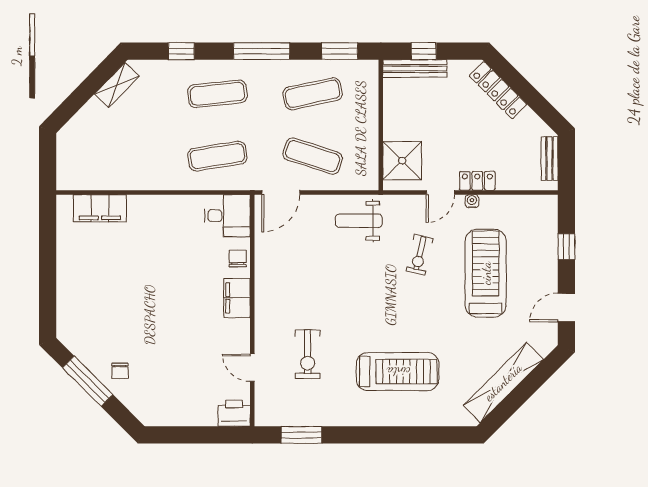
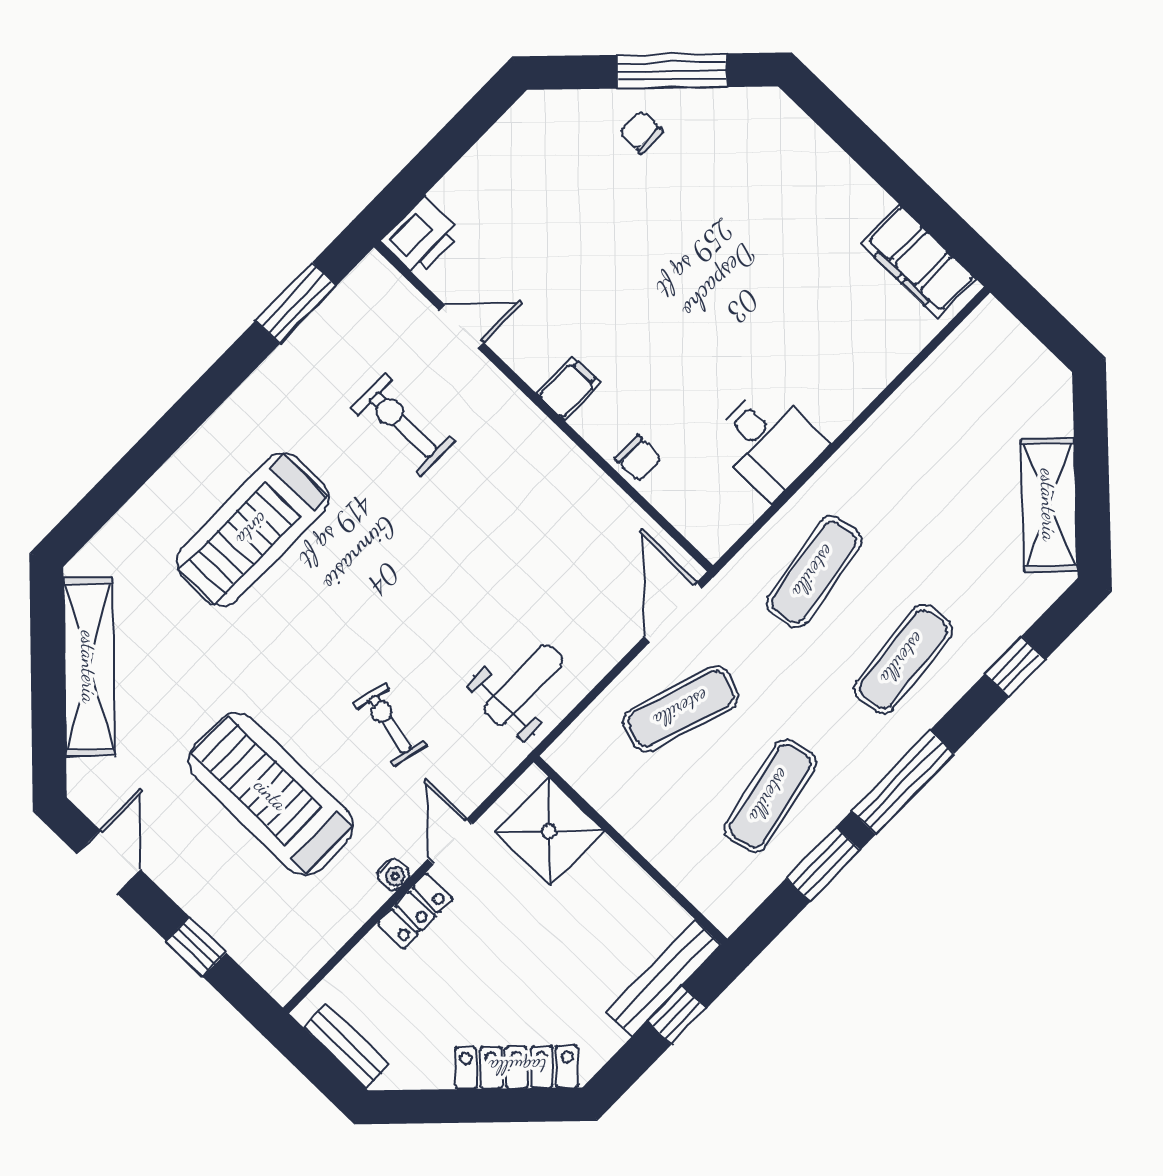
window: (340, 51) -> (823, 864), moved
shelving: (117, 85) -> (1049, 505), width x1.50, depth x1.33
filing cabinet: (100, 208) -> (918, 261), moved, turned -90
desk: (227, 216) -> (768, 443), moved, turned -90
treadmill: (486, 273) -> (271, 794), turned 180
filing cabinet: (237, 298) -> (569, 388), width x0.50

